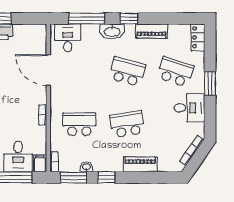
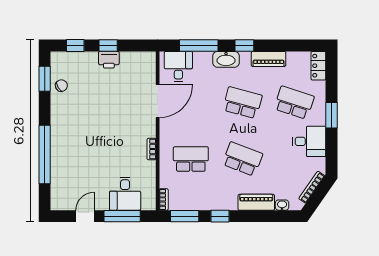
door: (48, 70) -> (158, 101), swing flipped
school desk: (127, 124) -> (242, 159), turned 30
filing cabinet: (40, 164) -> (148, 201), removed
washbasin: (87, 167) -> (282, 205), moved

